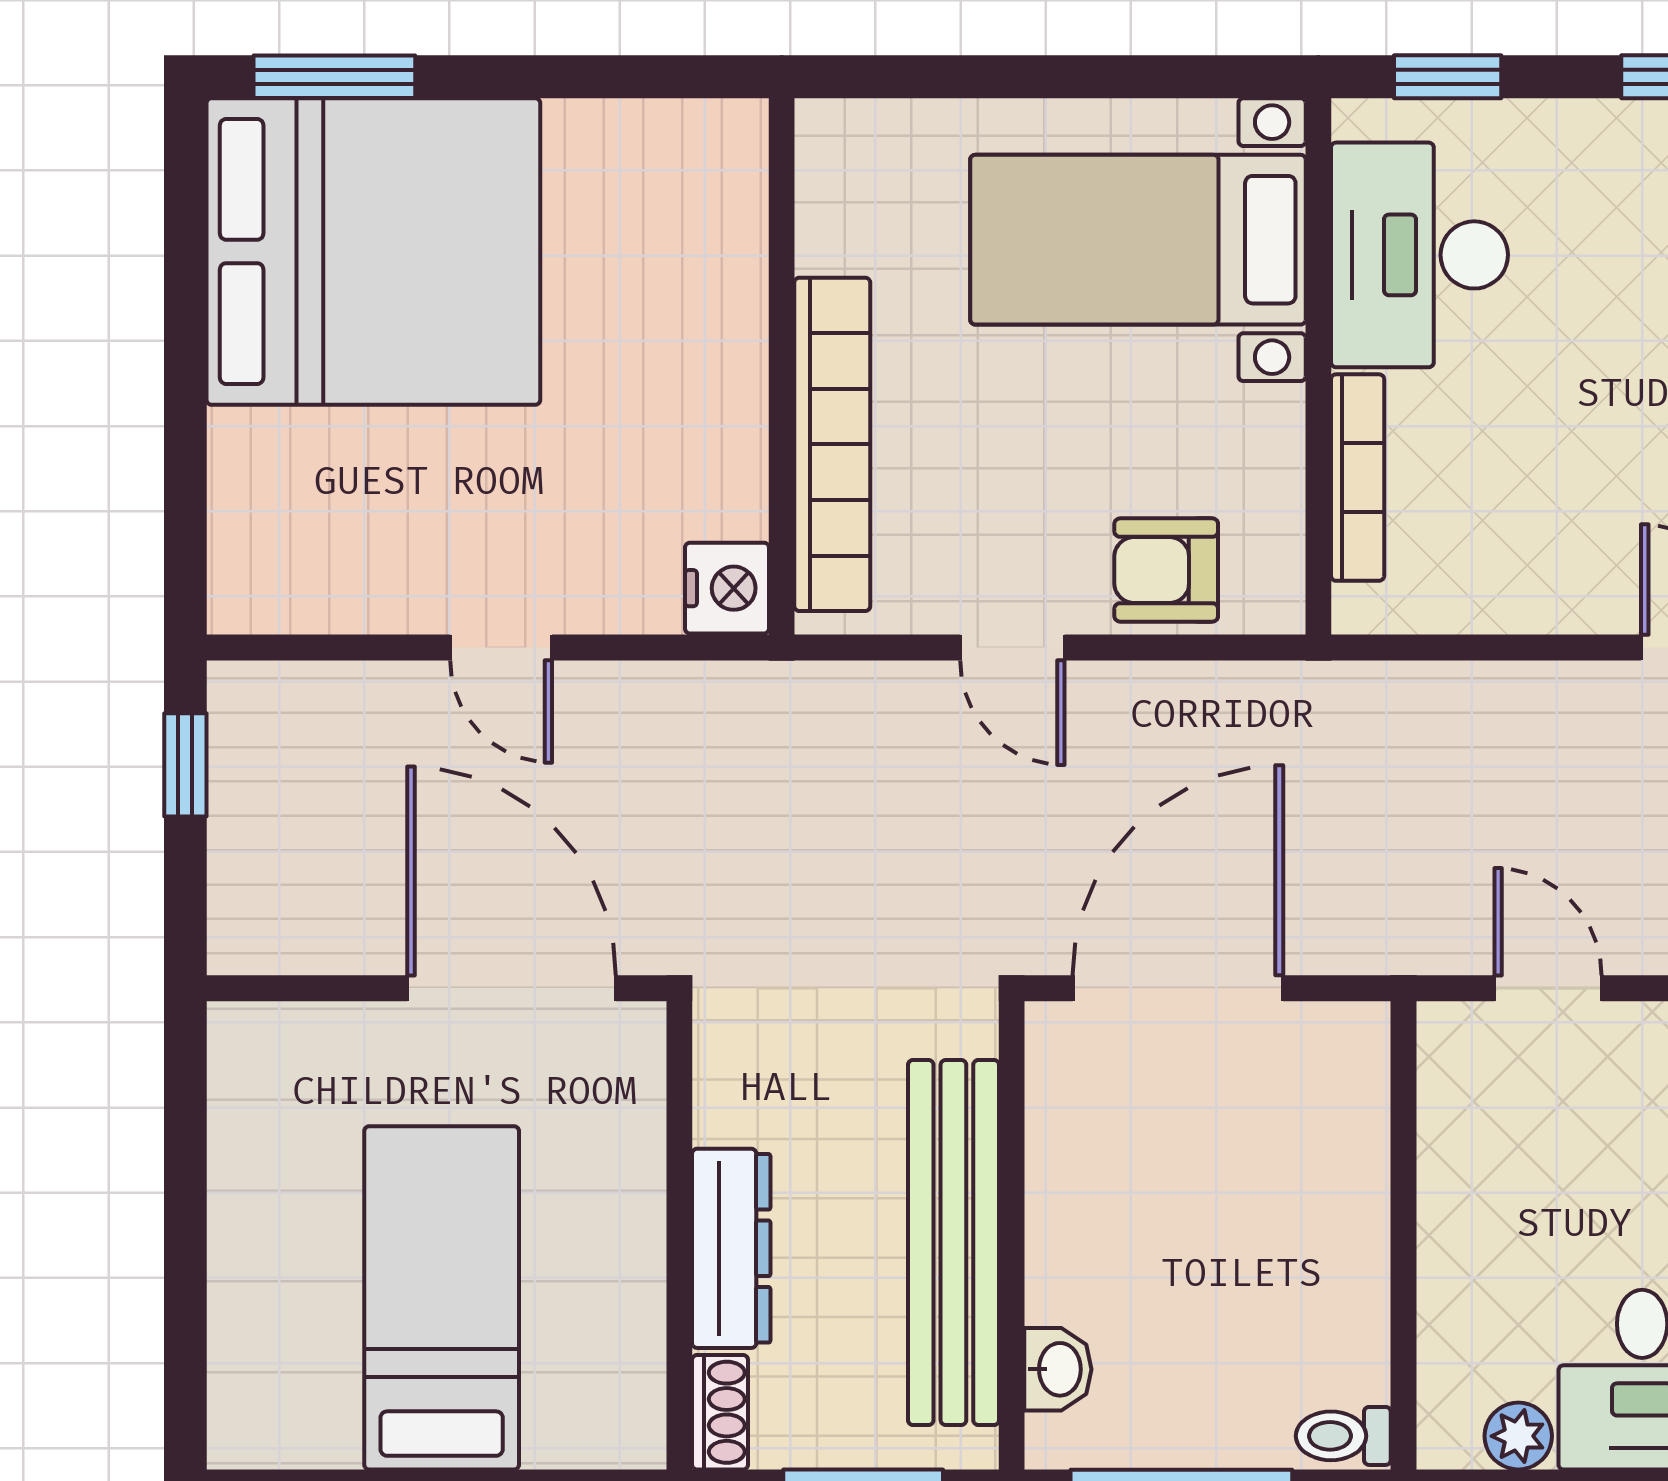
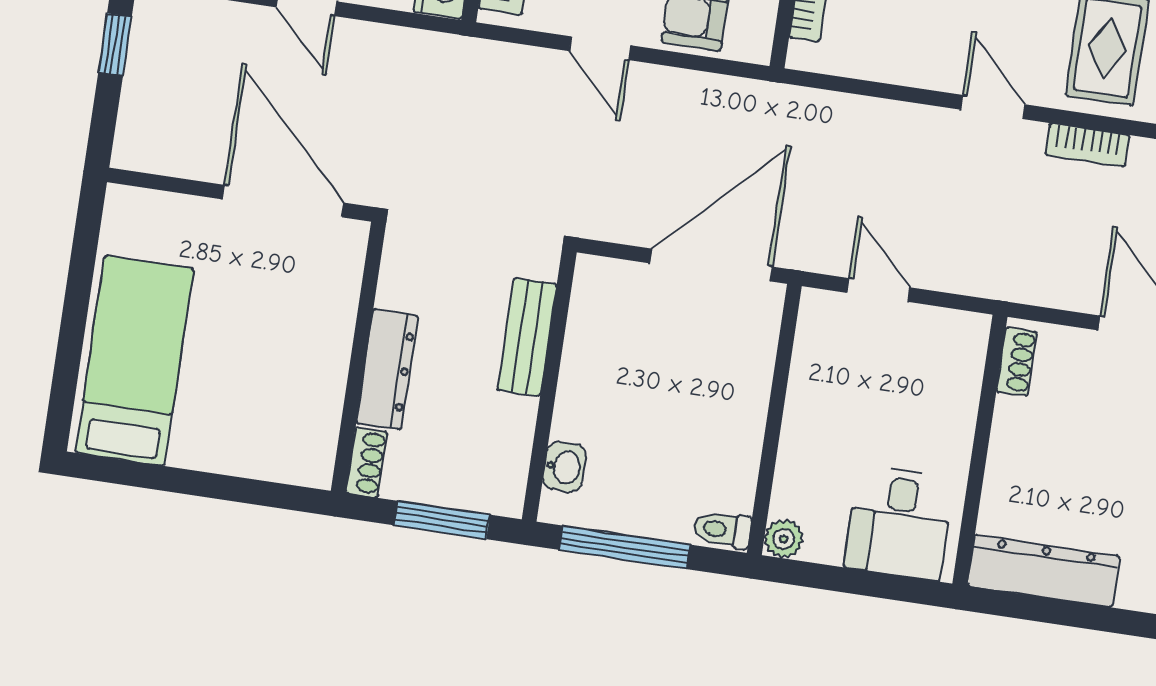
door: (1178, 988) -> (711, 265), moved
bench: (953, 1243) -> (527, 337), width x0.54, depth x0.82
bed: (442, 1298) -> (135, 361), moved
plant: (1518, 1436) -> (784, 539), moved

